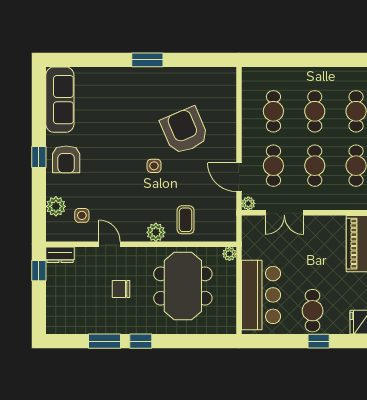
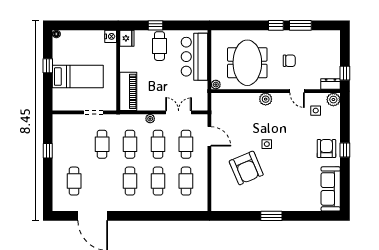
plant: (248, 203) -> (150, 119), moved
plant: (56, 206) -> (333, 100), moved
coffee table: (186, 220) -> (246, 108), removed

